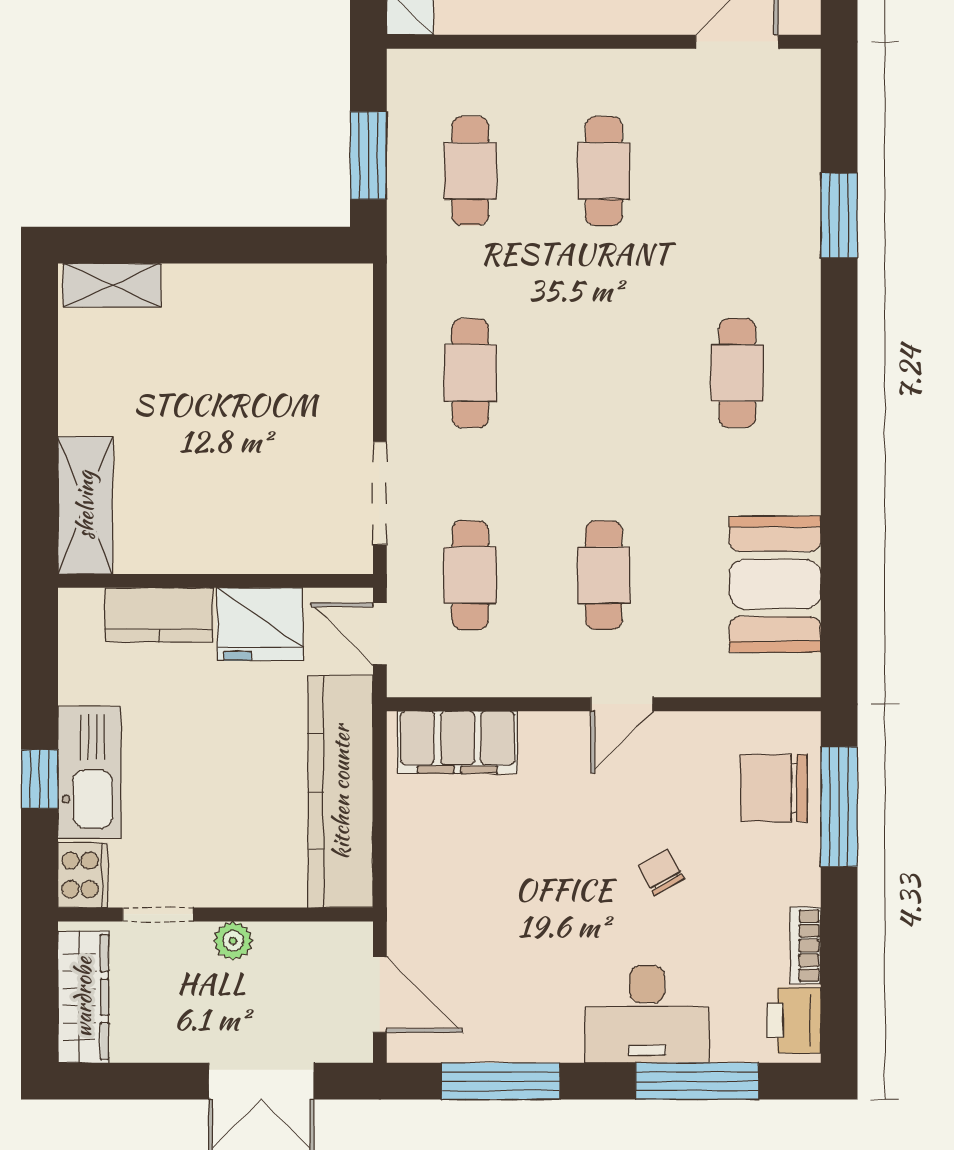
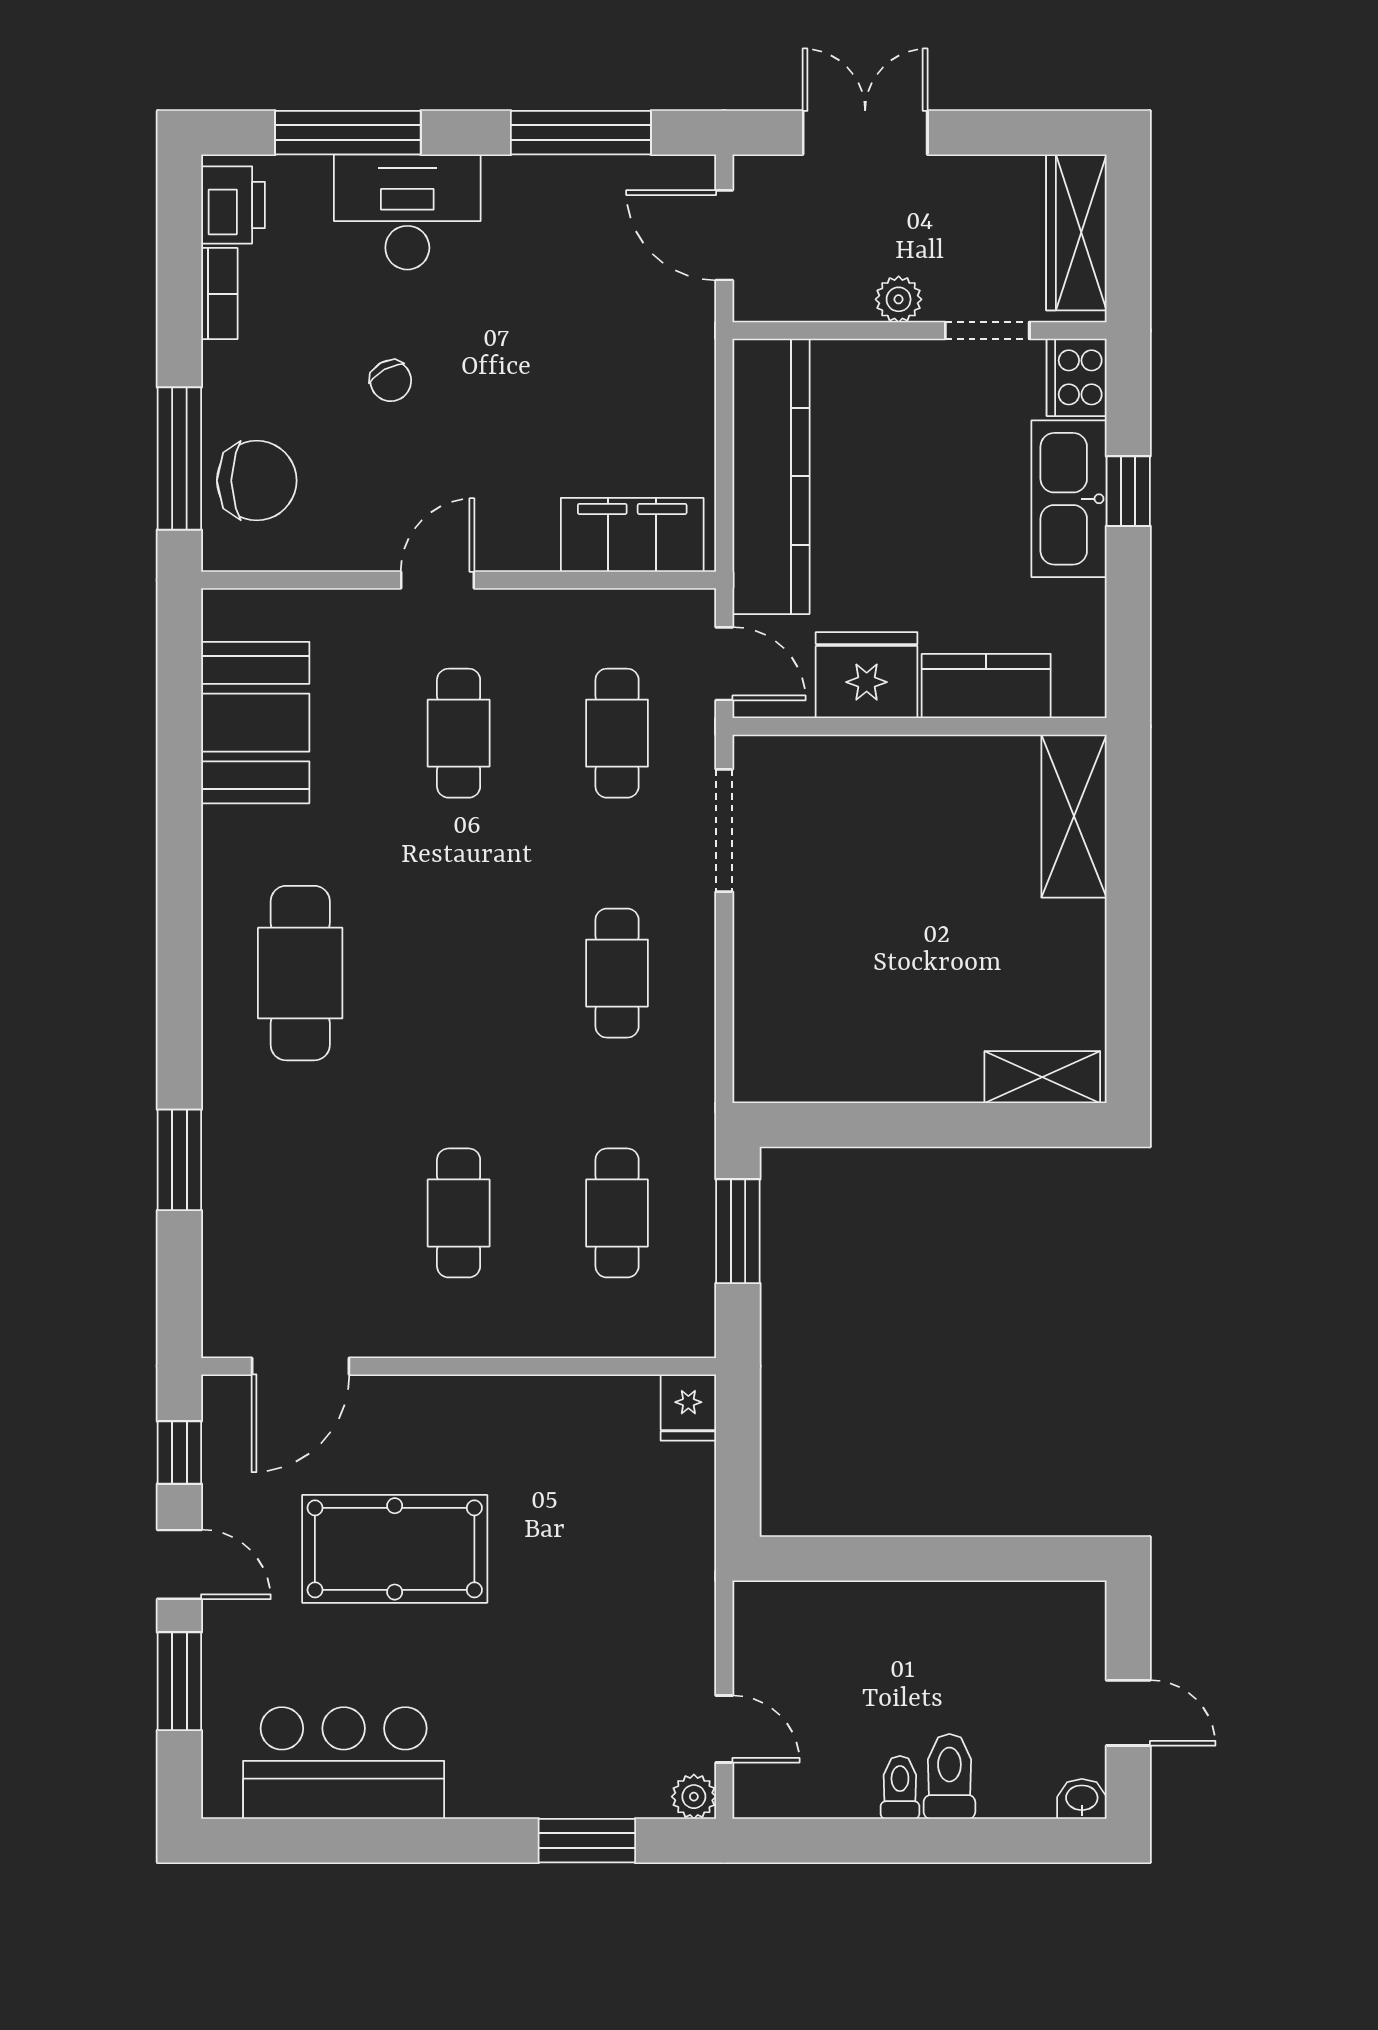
cafe table: (737, 373) -> (300, 973), width x1.37, depth x1.35

